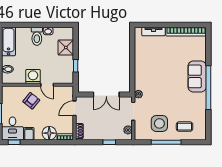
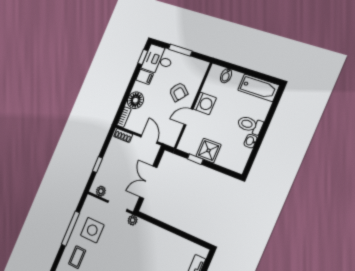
shower: (66, 47) -> (209, 151), moved

